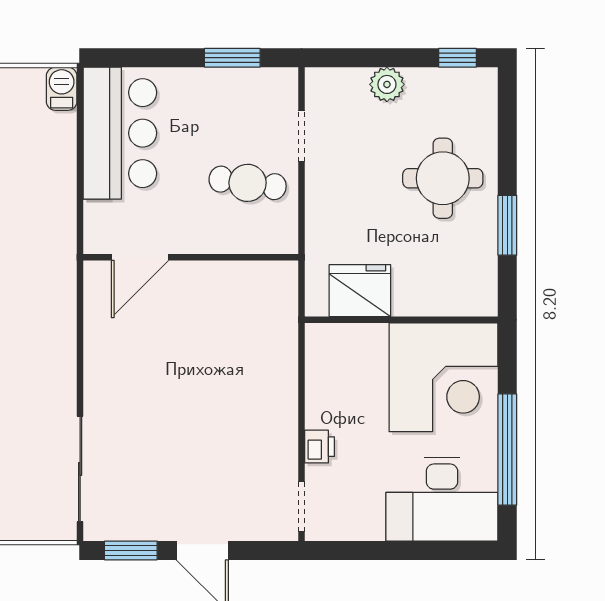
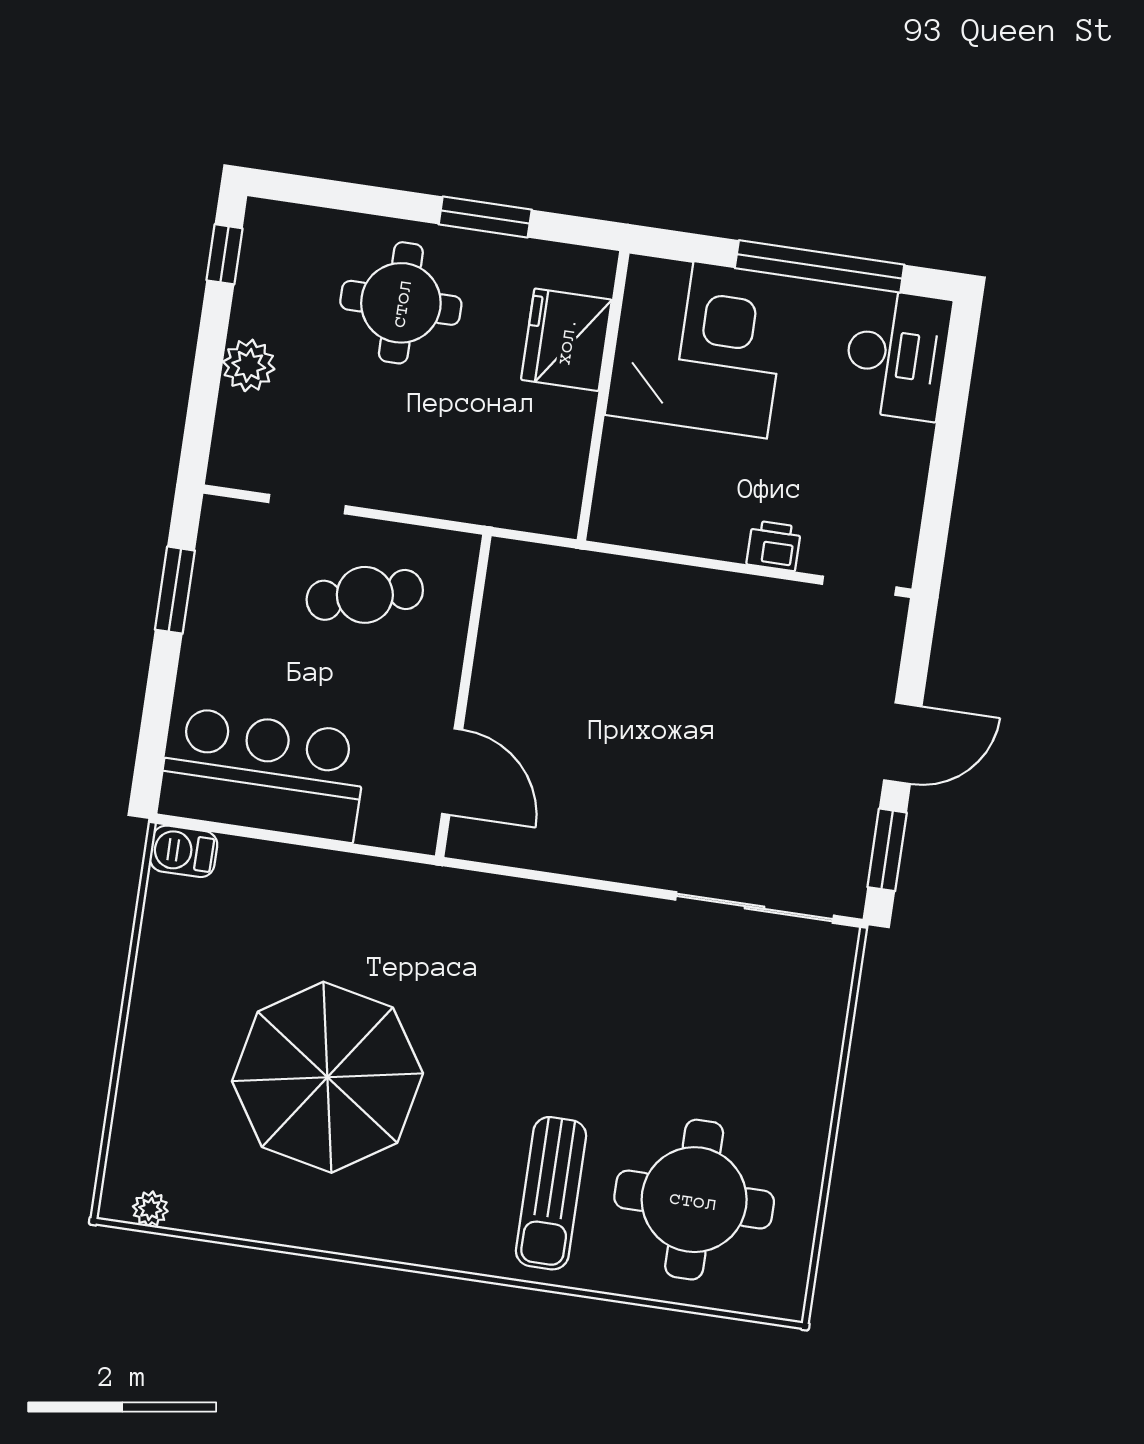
cafe table: (248, 183) -> (365, 595), turned 66
fridge: (360, 291) -> (566, 340), moved
desk: (442, 499) -> (897, 355), width x0.73, depth x0.77

